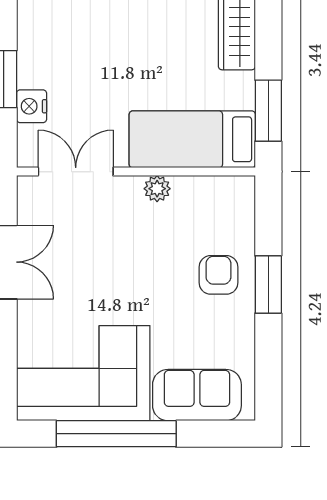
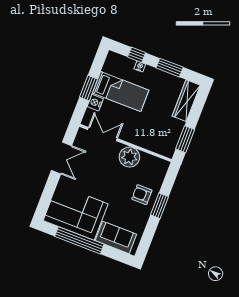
bed: (192, 139) -> (121, 92), moved, turned 180
plant: (157, 189) -> (129, 157), width x1.87, depth x1.87
armchair: (218, 275) -> (142, 195), turned -90

